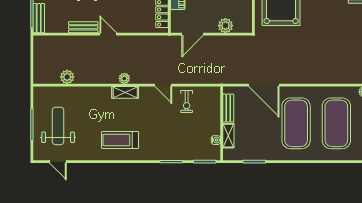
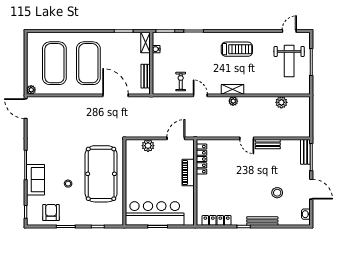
shelving: (228, 136) -> (145, 42), moved
door: (58, 162) -> (289, 31), hinge flipped

